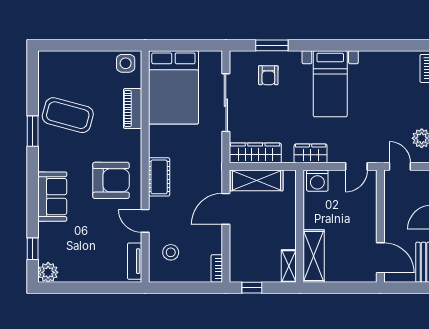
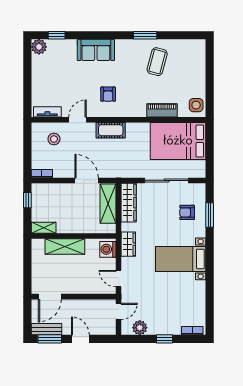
coffee table: (68, 115) -> (157, 62), width x0.73, depth x0.76
armchair: (111, 180) -> (108, 94), width x0.53, depth x0.53
shelving: (314, 256) -> (65, 246), moved

